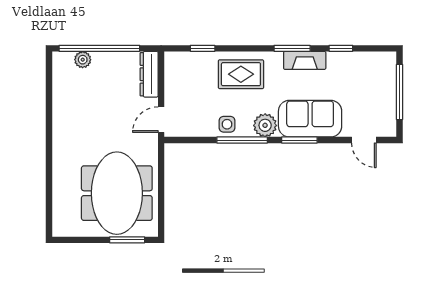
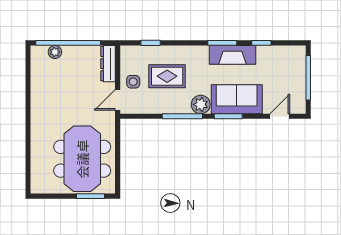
fireplace: (305, 60) -> (232, 55), width x1.37, depth x1.32
rug: (241, 74) -> (167, 76), moved
side table: (227, 124) -> (133, 82), moved
door: (364, 140) -> (280, 116), swing flipped

